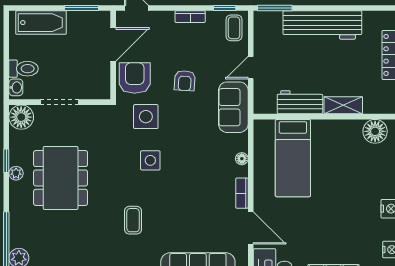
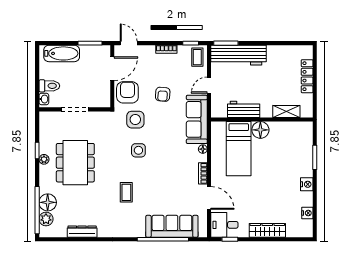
workbench: (322, 25) -> (239, 55), moved
shelving: (343, 105) -> (286, 112), moved
sofa: (233, 107) -> (197, 119), width x1.36
floor lamp: (21, 117) -> (48, 202), moved
floor lamp: (375, 131) -> (260, 130), moved

